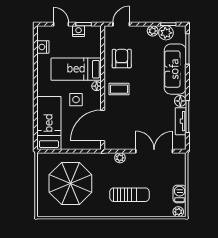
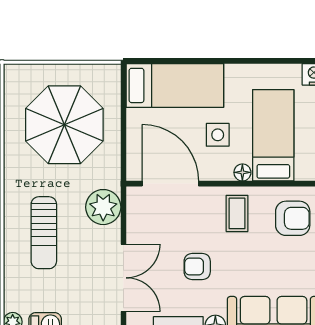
armchair: (148, 111) -> (197, 266), added
plant: (120, 158) -> (103, 207), width x1.88, depth x1.88

